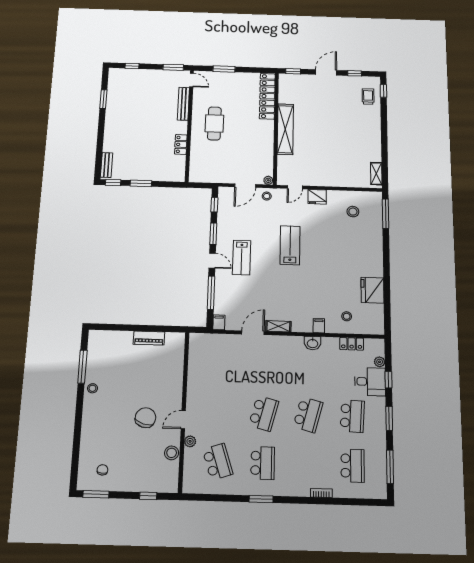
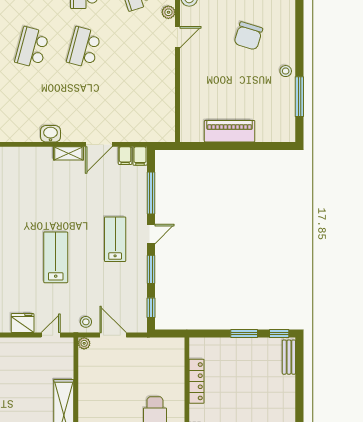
locker: (181, 144) -> (197, 381), width x1.53
door: (245, 186) -> (113, 335), hinge flipped
lab bench: (290, 245) -> (56, 257), turned 180
door: (212, 261) -> (151, 234), swing flipped
filing cabinet: (319, 326) -> (125, 156), moved
piano: (149, 338) -> (230, 131), width x1.37, depth x1.33
washbasin: (312, 343) -> (50, 134), moved
chair: (145, 418) -> (248, 36), moved

